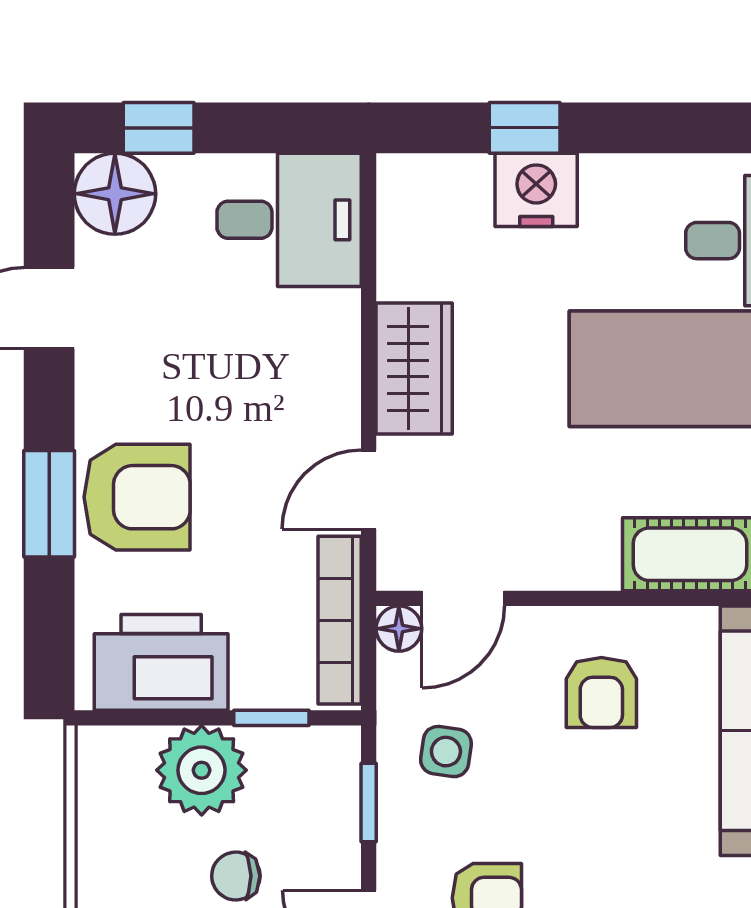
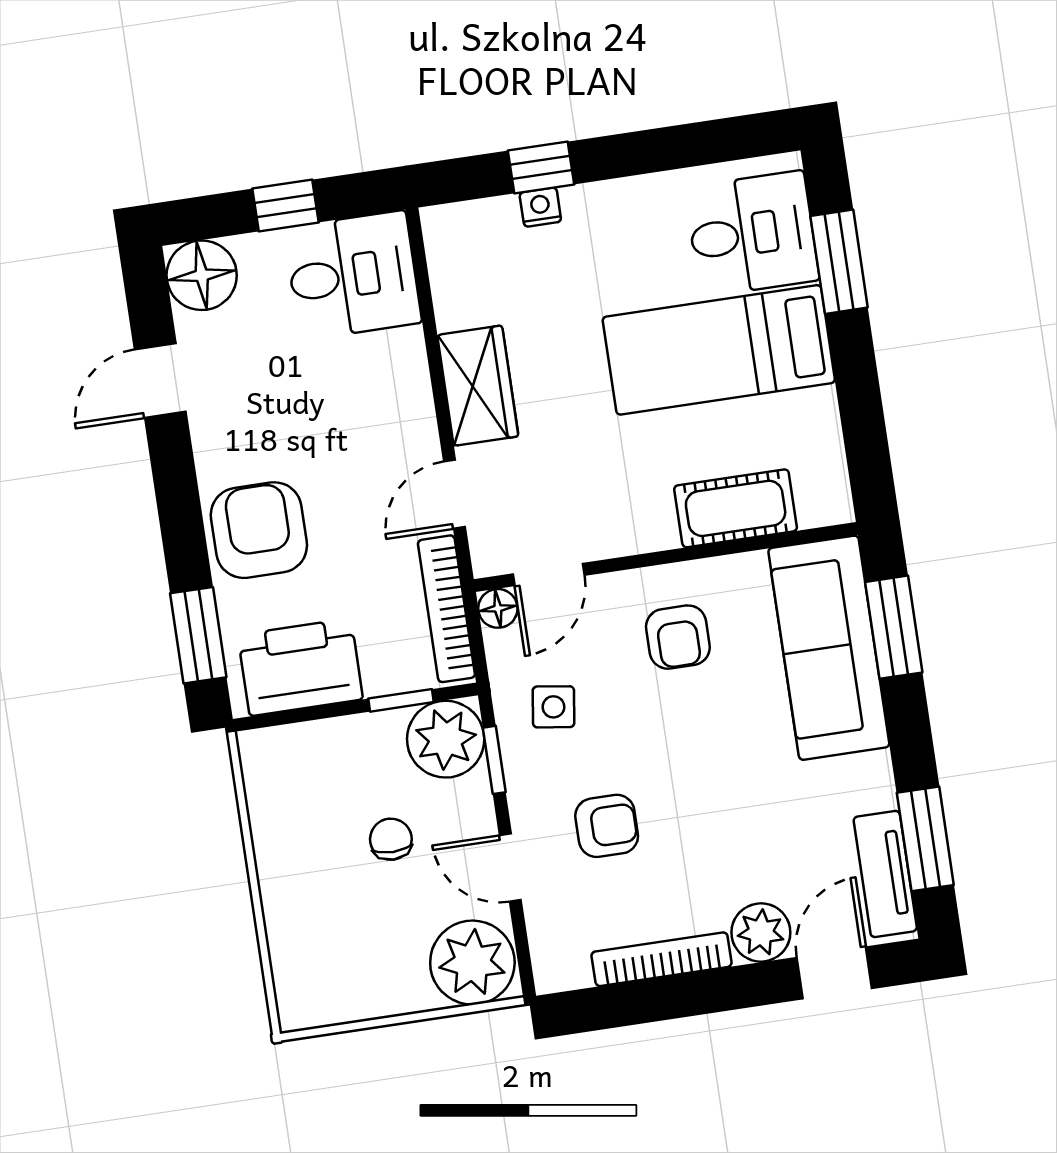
window: (159, 128) -> (286, 206), moved
nightstand: (536, 190) -> (540, 207), width x0.53, depth x0.56
armchair: (137, 497) -> (259, 530), turned -90
window: (49, 504) -> (198, 635), moved
plant: (202, 770) -> (446, 739), moved
chair: (236, 876) -> (391, 839), turned 91

